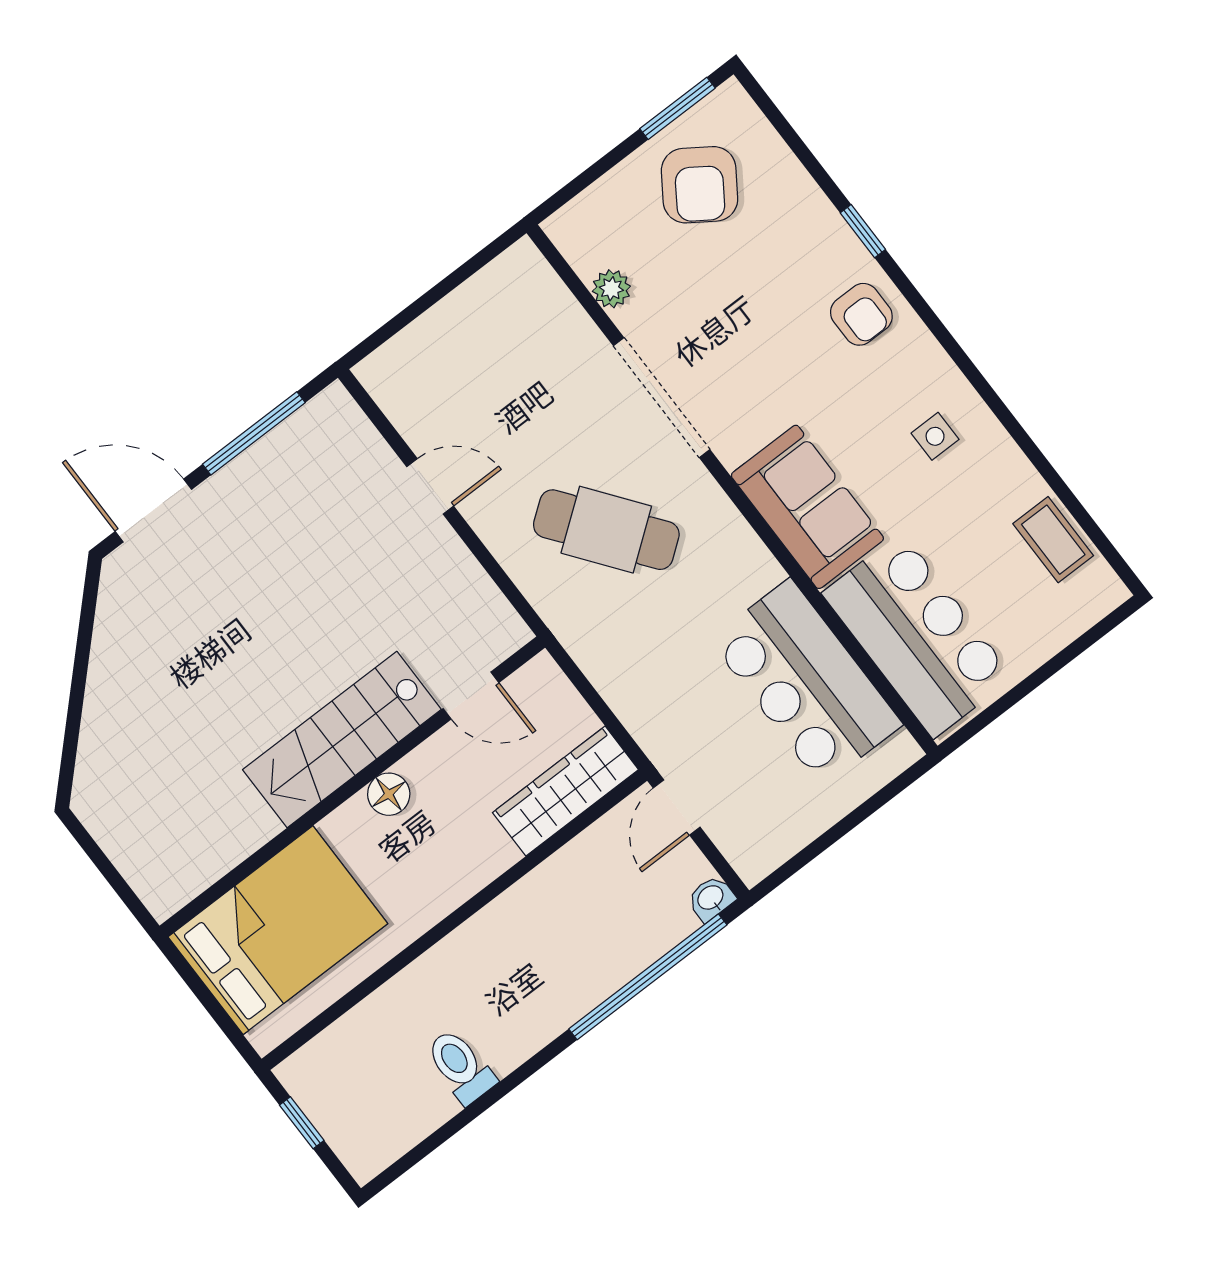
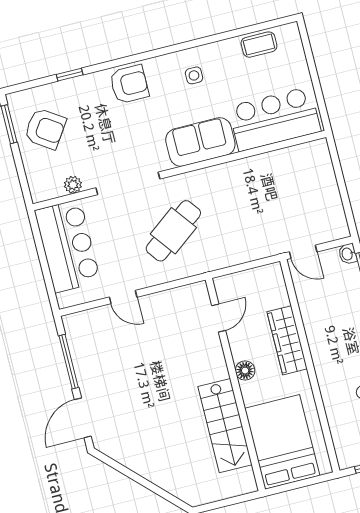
window: (863, 231) -> (70, 75), moved
armchair: (861, 314) -> (129, 84), width x1.38, depth x1.38
door: (430, 486) -> (123, 297), swing flipped
bar counter: (806, 682) -> (67, 246), moved, turned -90
stairs: (342, 740) -> (225, 426), moved
wardrobe: (565, 791) -> (287, 340), moved

